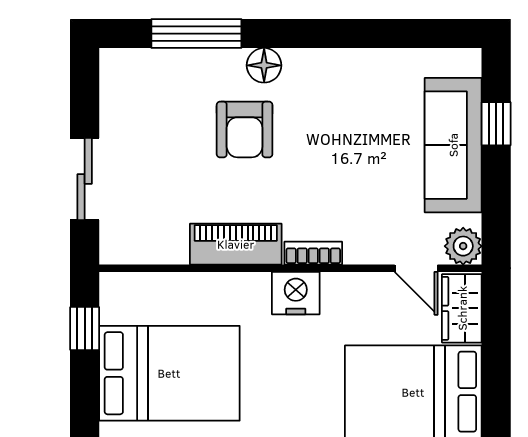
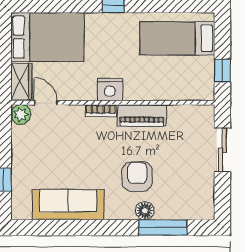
floor lamp: (264, 65) -> (145, 211), moved
sofa: (453, 145) -> (68, 205), moved, turned -90
bed: (169, 373) -> (177, 38), width x0.67

